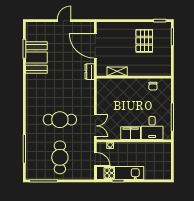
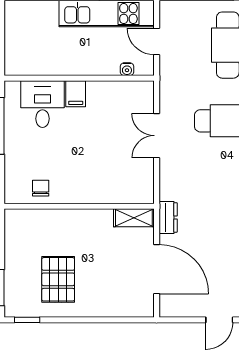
shelving: (117, 71) -> (134, 218), moved
double door: (95, 126) -> (157, 136), moved
filing cabinet: (131, 133) -> (76, 94), width x0.50

